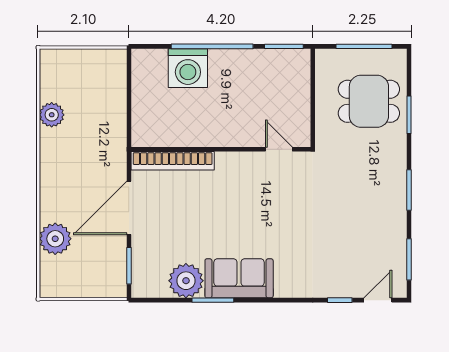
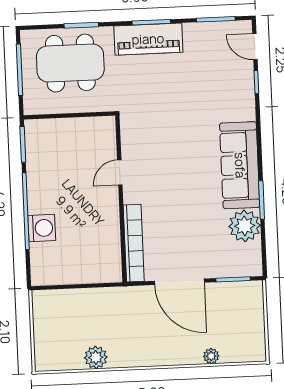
washing machine: (188, 68) -> (42, 228), width x0.73, depth x0.73
dining table: (369, 101) -> (70, 63), width x1.38
door: (279, 149) -> (120, 172), moved
piano: (391, 186) -> (148, 39), added
plant: (55, 239) -> (211, 356), width x0.53, depth x0.53
sofa: (239, 278) -> (240, 165), width x1.36

